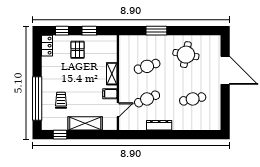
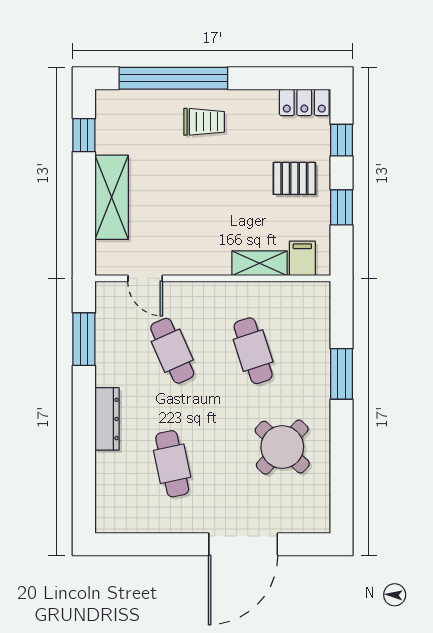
round table: (186, 55) -> (282, 447), turned 32
shelving: (112, 74) -> (260, 263), moved
filing cabinet: (110, 94) -> (302, 258), moved
trolley: (61, 100) -> (204, 122), moved
dresser: (159, 125) -> (107, 419), moved
window: (142, 135) -> (84, 339), added

